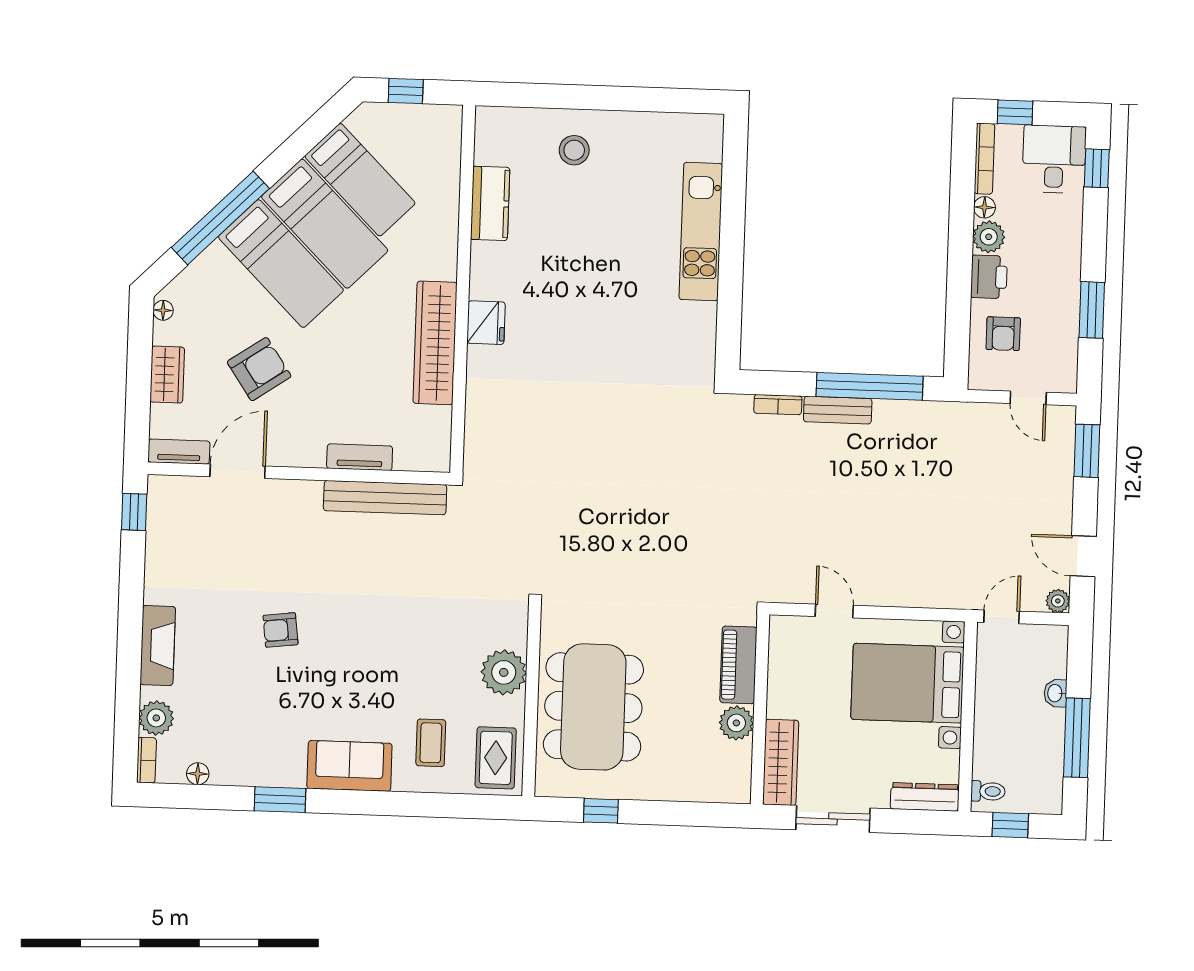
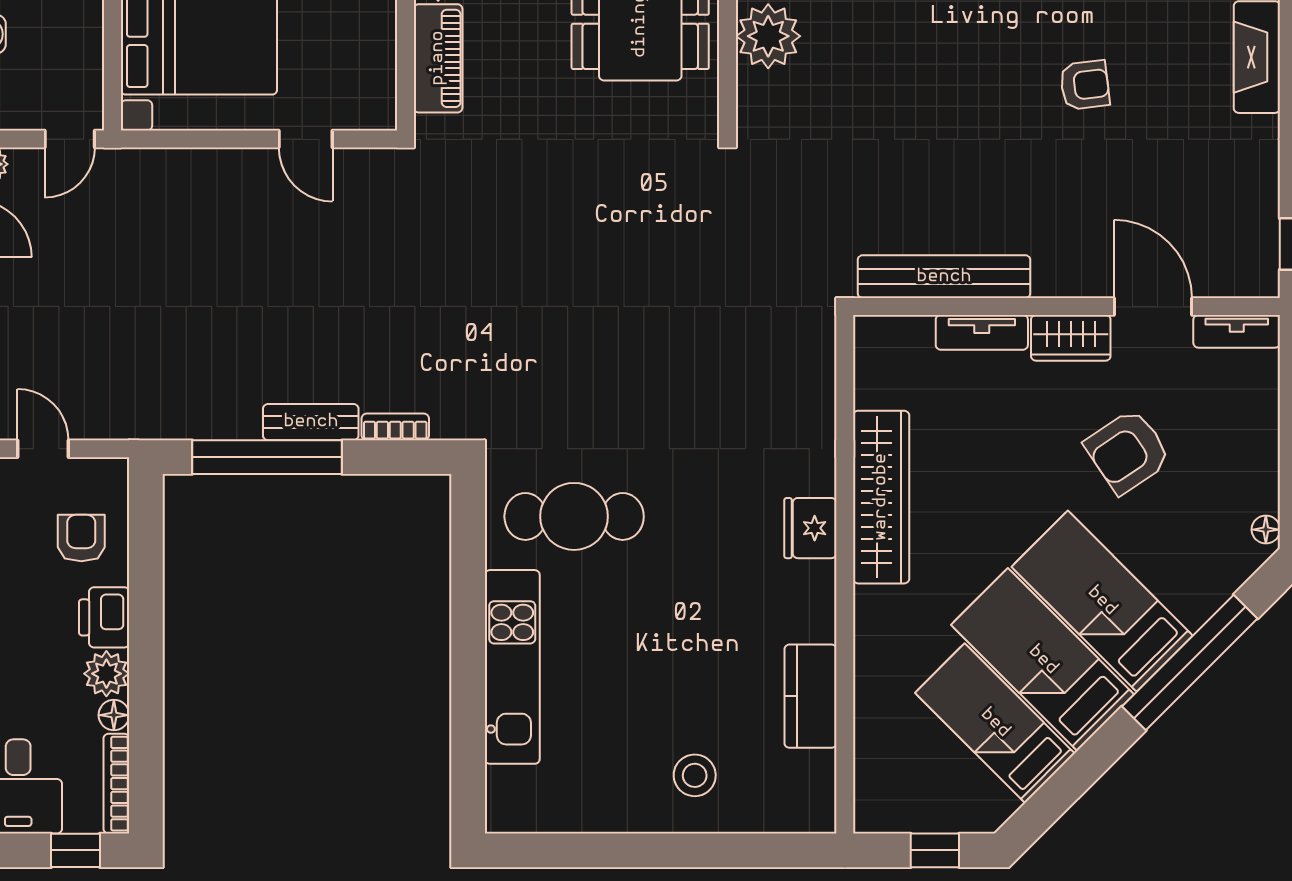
cafe table: (653, 337) -> (574, 516), added
wardrobe: (167, 375) -> (1071, 338), moved, turned -90
door: (238, 471) -> (1153, 306), swing flipped

